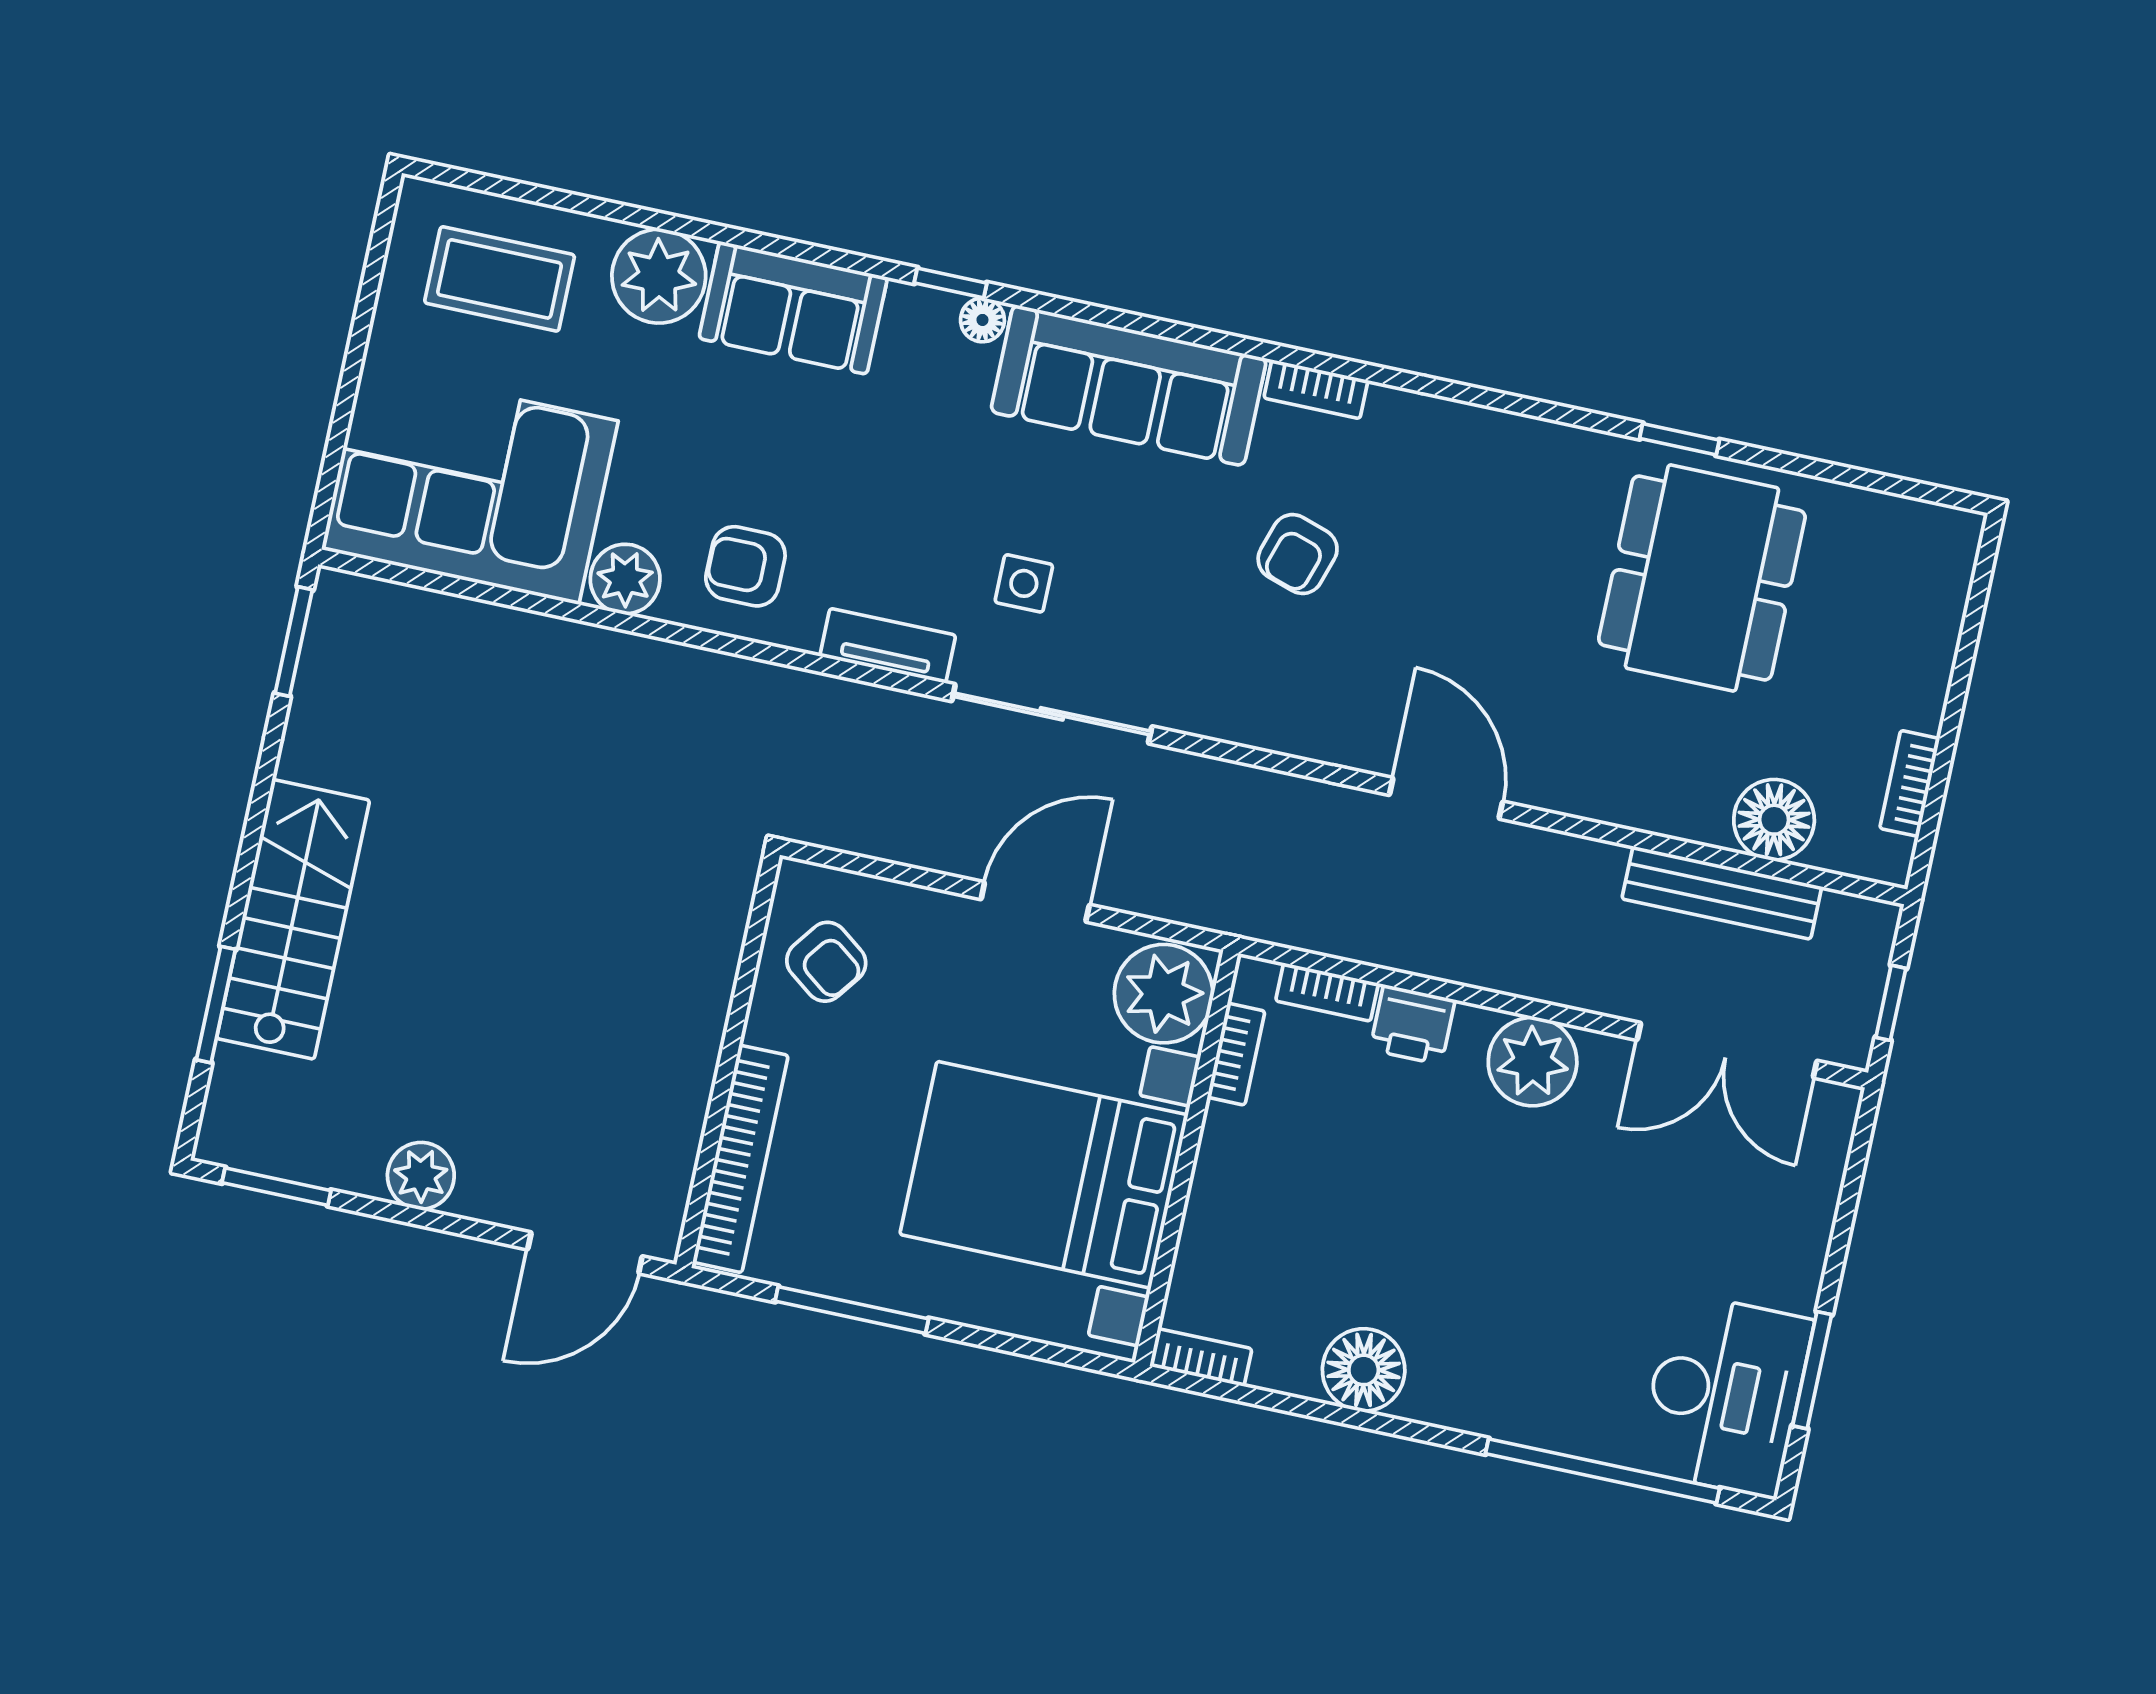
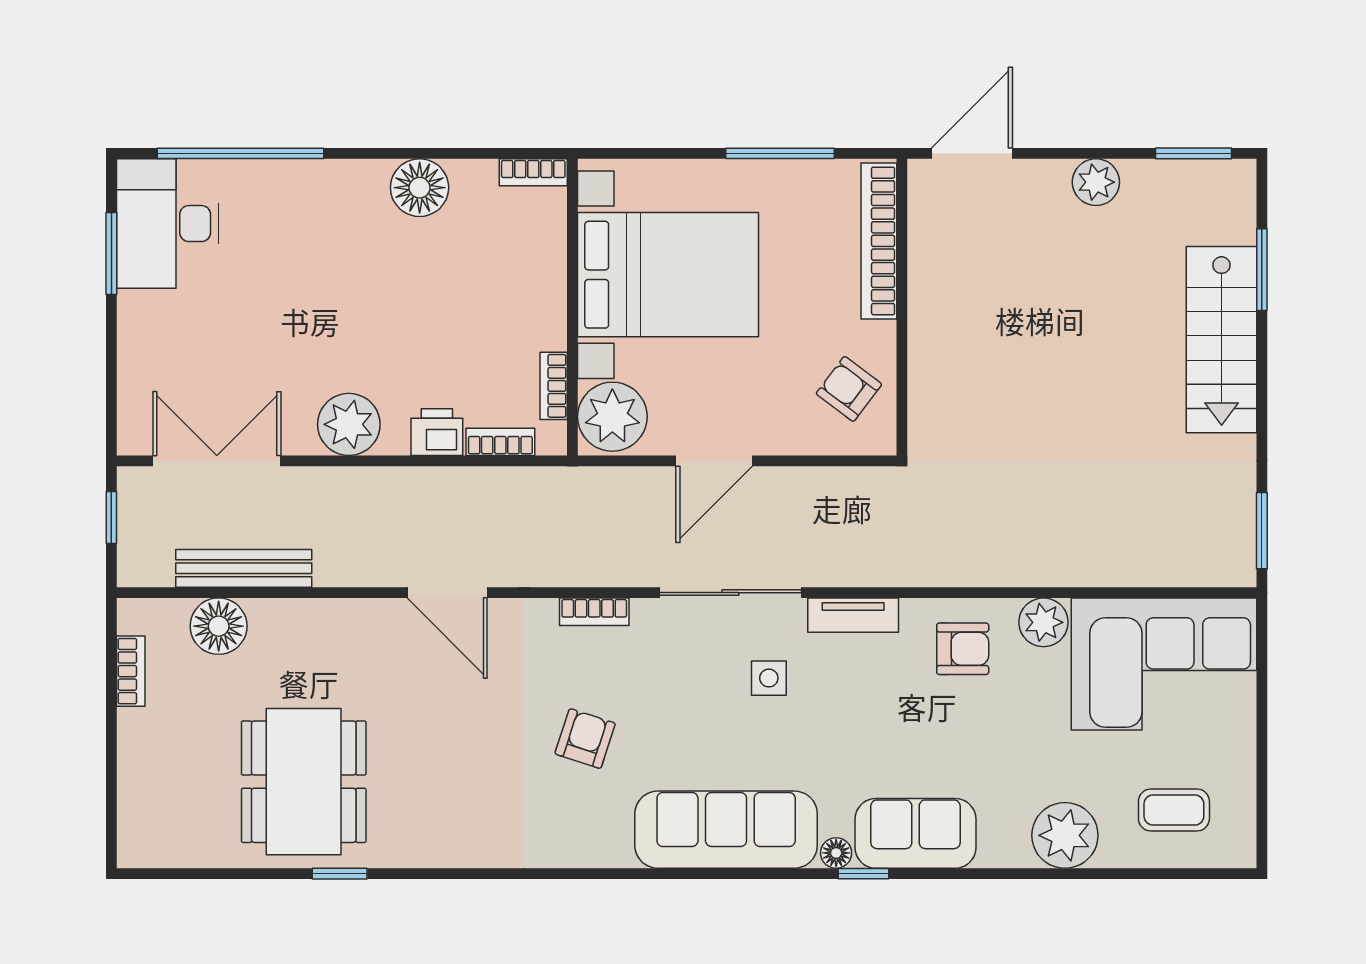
coffee table: (500, 279) -> (1174, 810), width x0.73, depth x0.77
sofa: (793, 308) -> (915, 833), moved
bookcase: (1316, 389) -> (594, 612), moved, turned 180

